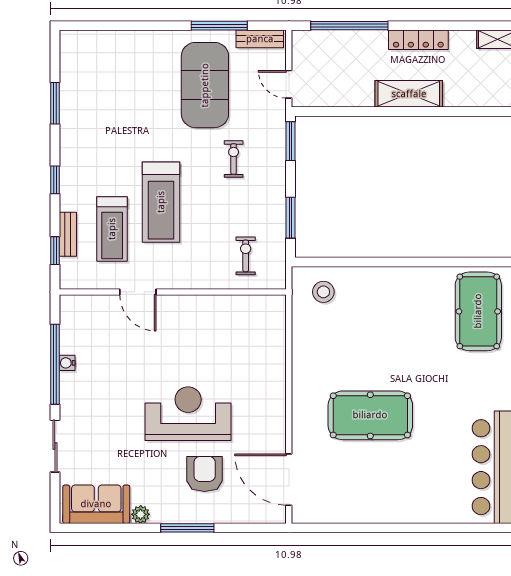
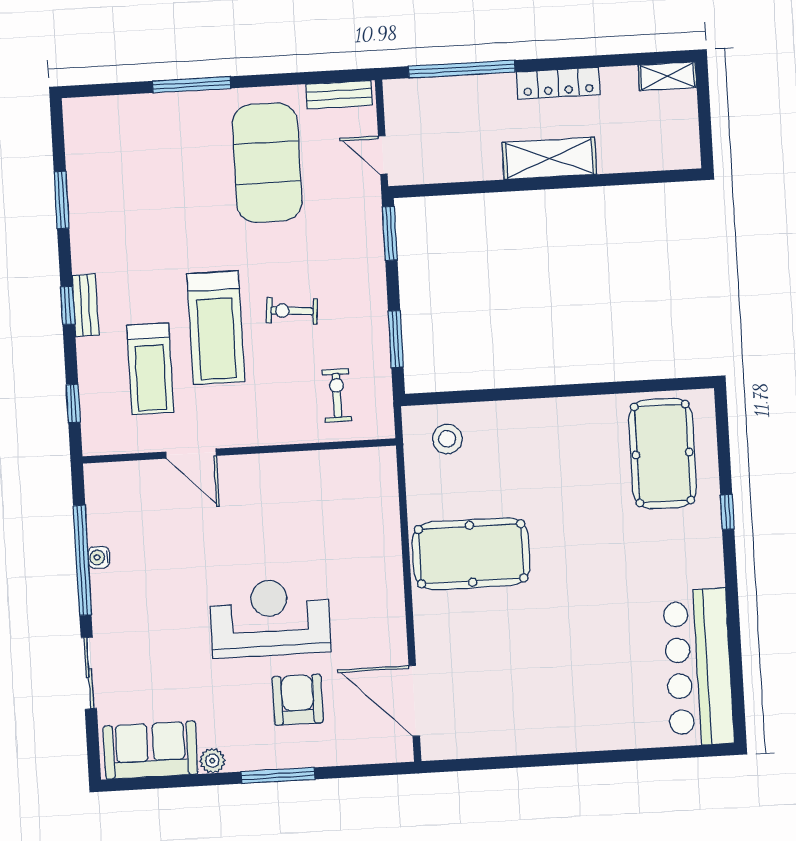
window: (219, 26) -> (192, 85), moved
exercise bike: (234, 159) -> (292, 311), moved, turned -85
bench: (68, 234) -> (85, 305), moved
pool table: (370, 415) -> (471, 554), moved

